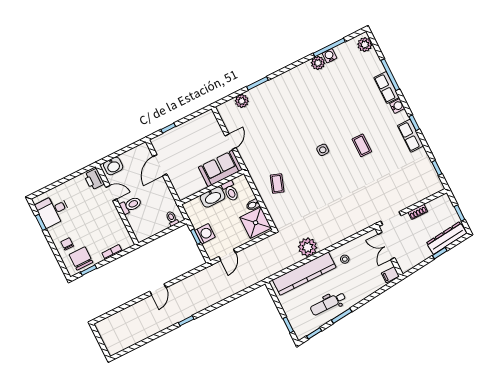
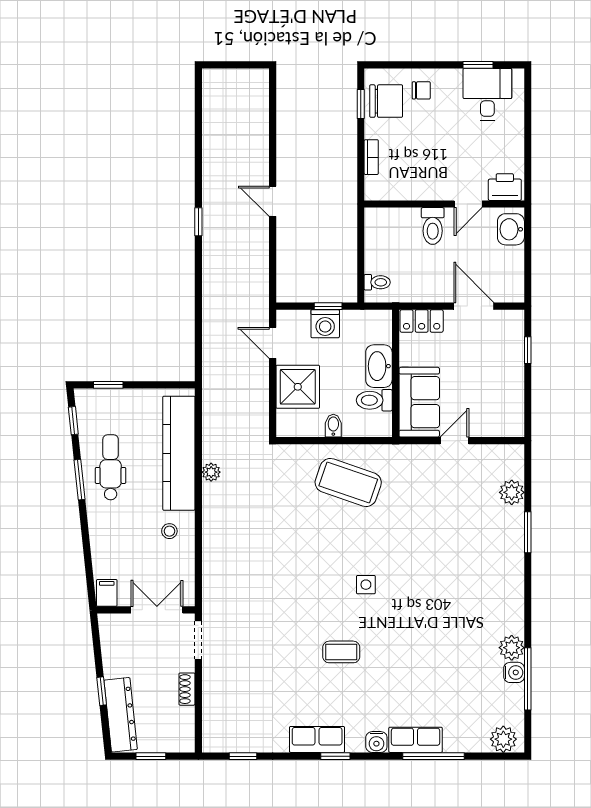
door: (230, 142) -> (454, 441), swing flipped
coffee table: (277, 184) -> (348, 483), width x1.86, depth x1.72
locker: (180, 187) -> (422, 321), added
shower: (256, 223) -> (298, 387), moved
plant: (308, 247) -> (211, 472), width x0.53, depth x0.53

